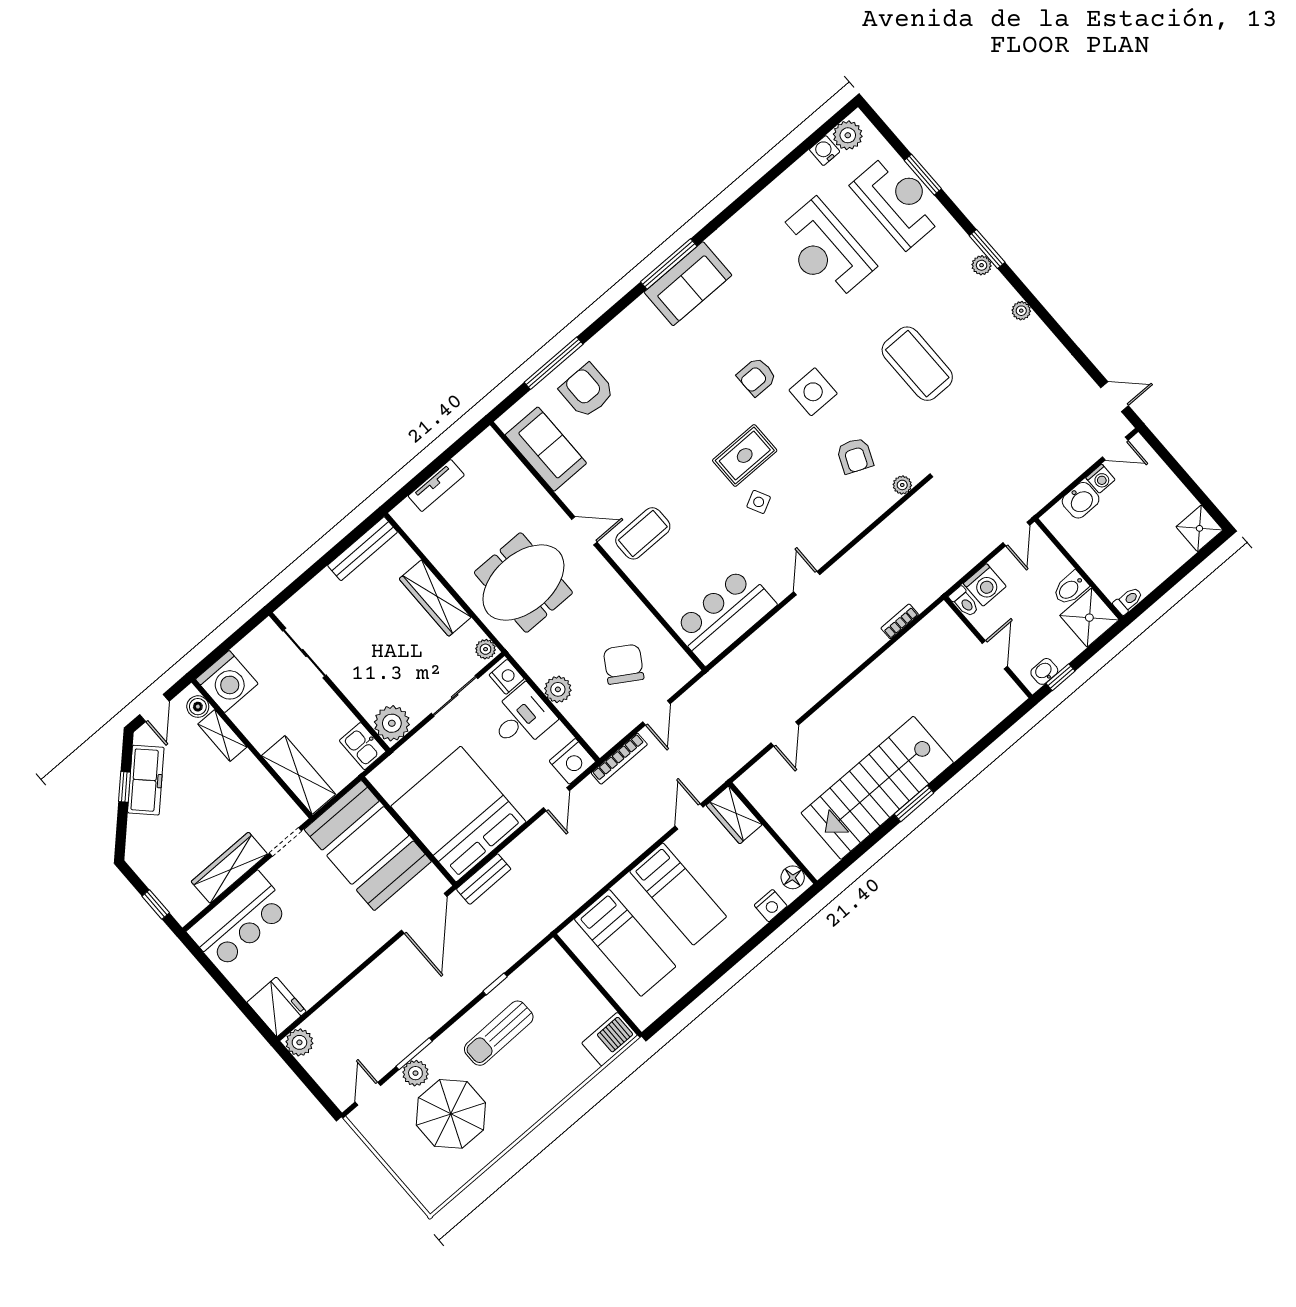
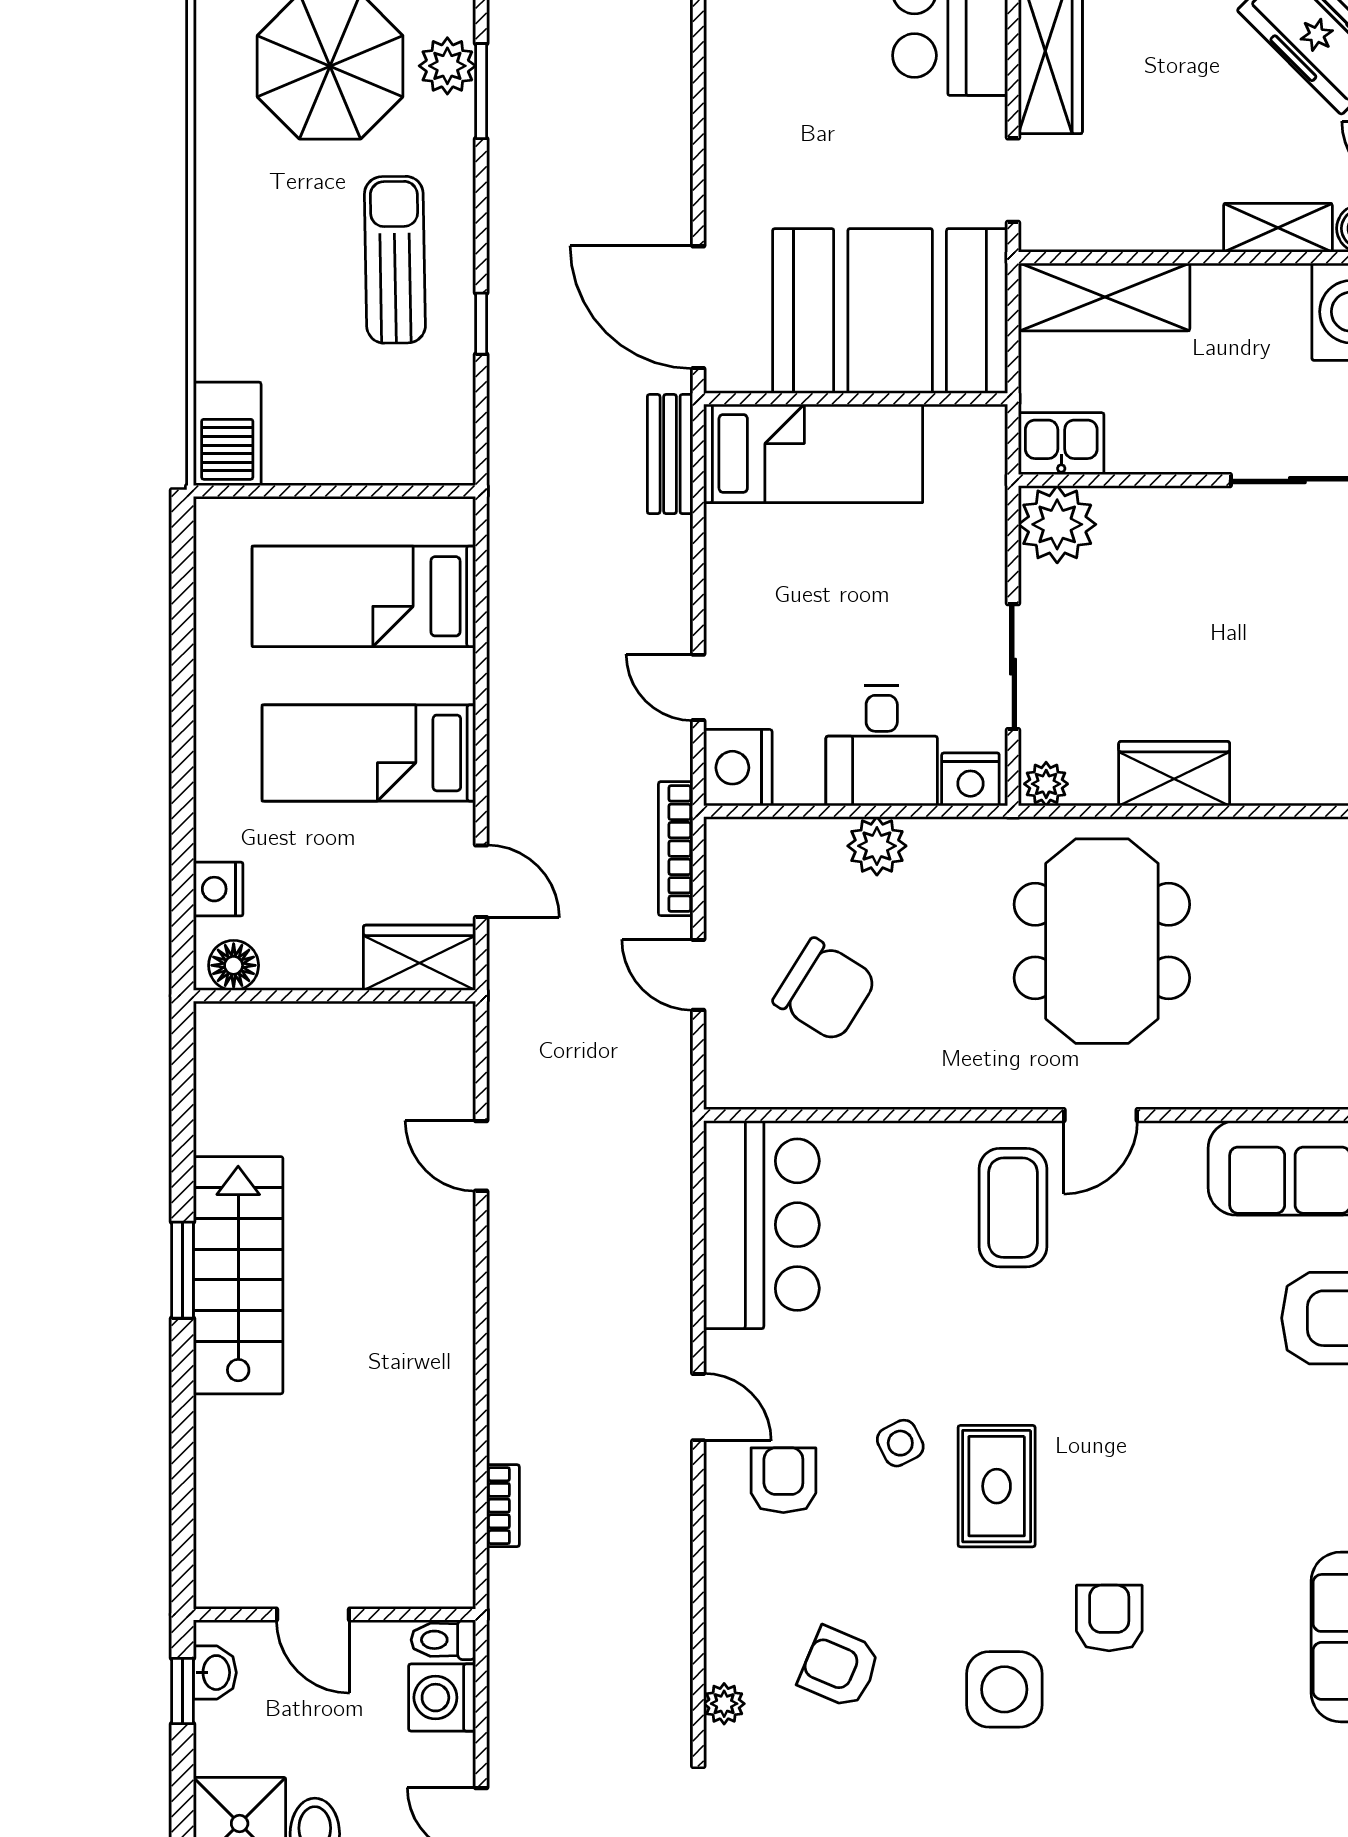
armchair: (807, 531) -> (783, 1480), added
wardrobe: (435, 598) -> (1174, 774), width x0.67
stairs: (877, 788) -> (238, 1275), width x0.73, depth x0.66
bed: (458, 814) -> (813, 453), width x0.49

